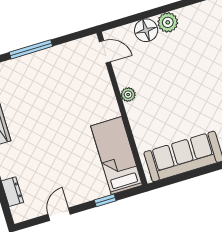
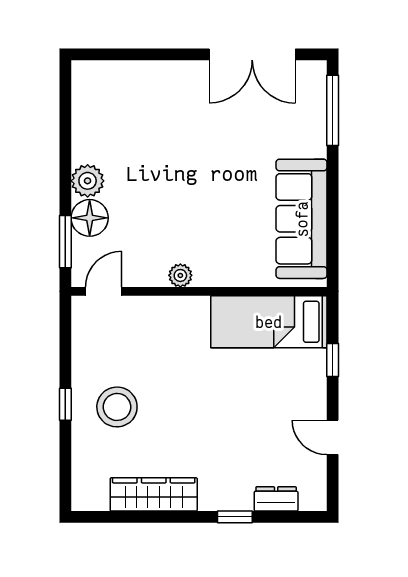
window: (128, 20) -> (65, 242), added
window: (31, 49) -> (65, 404), width x0.46
stool: (39, 80) -> (117, 407), added

